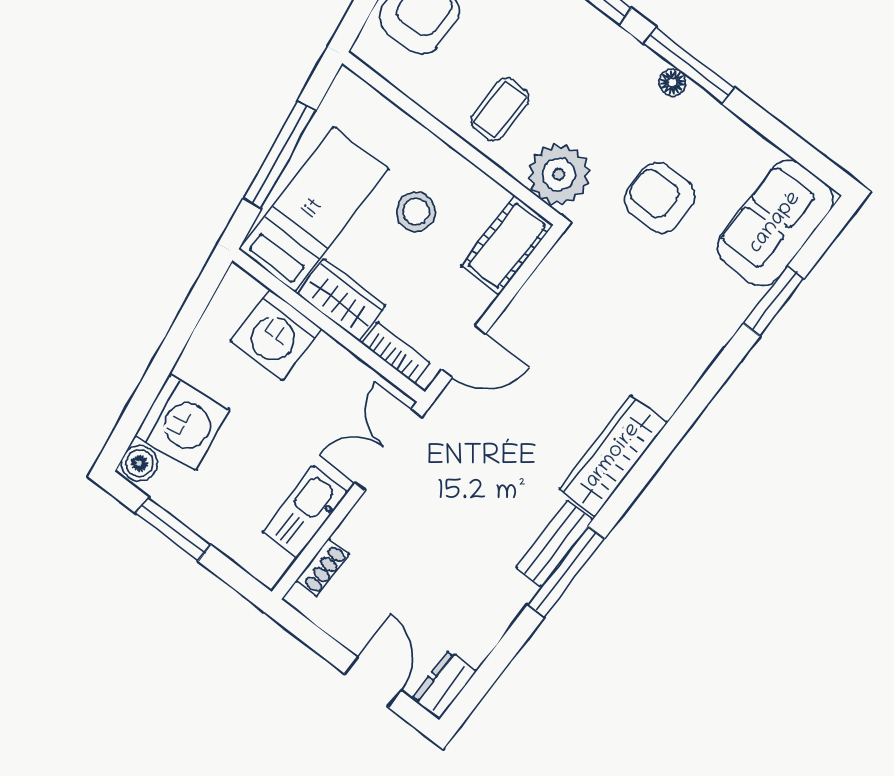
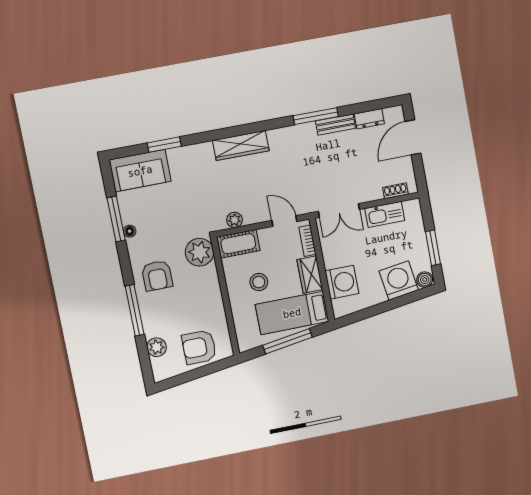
window: (689, 66) -> (116, 219), moved
floor lamp: (672, 82) -> (130, 231), moved
coffee table: (500, 109) -> (200, 292), removed
armchair: (660, 198) -> (157, 276), moved
plant: (548, 280) -> (234, 220), added
wardrobe: (613, 456) -> (241, 145), moved
bench: (554, 543) -> (335, 125), moved
door: (373, 682) -> (413, 137), width x1.38
dresser: (444, 685) -> (369, 119), moved

